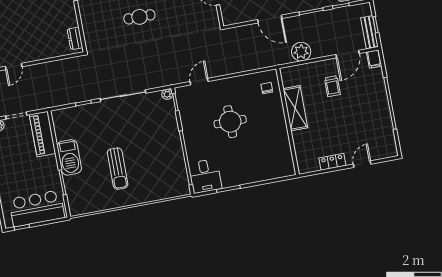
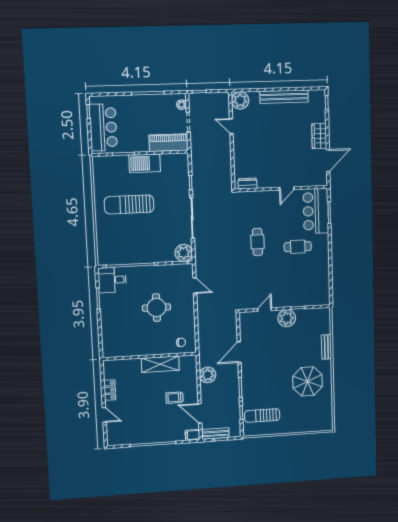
plant: (167, 94) -> (184, 253), width x1.87, depth x1.87
sun lounger: (118, 169) -> (129, 204), width x1.36, depth x1.34

